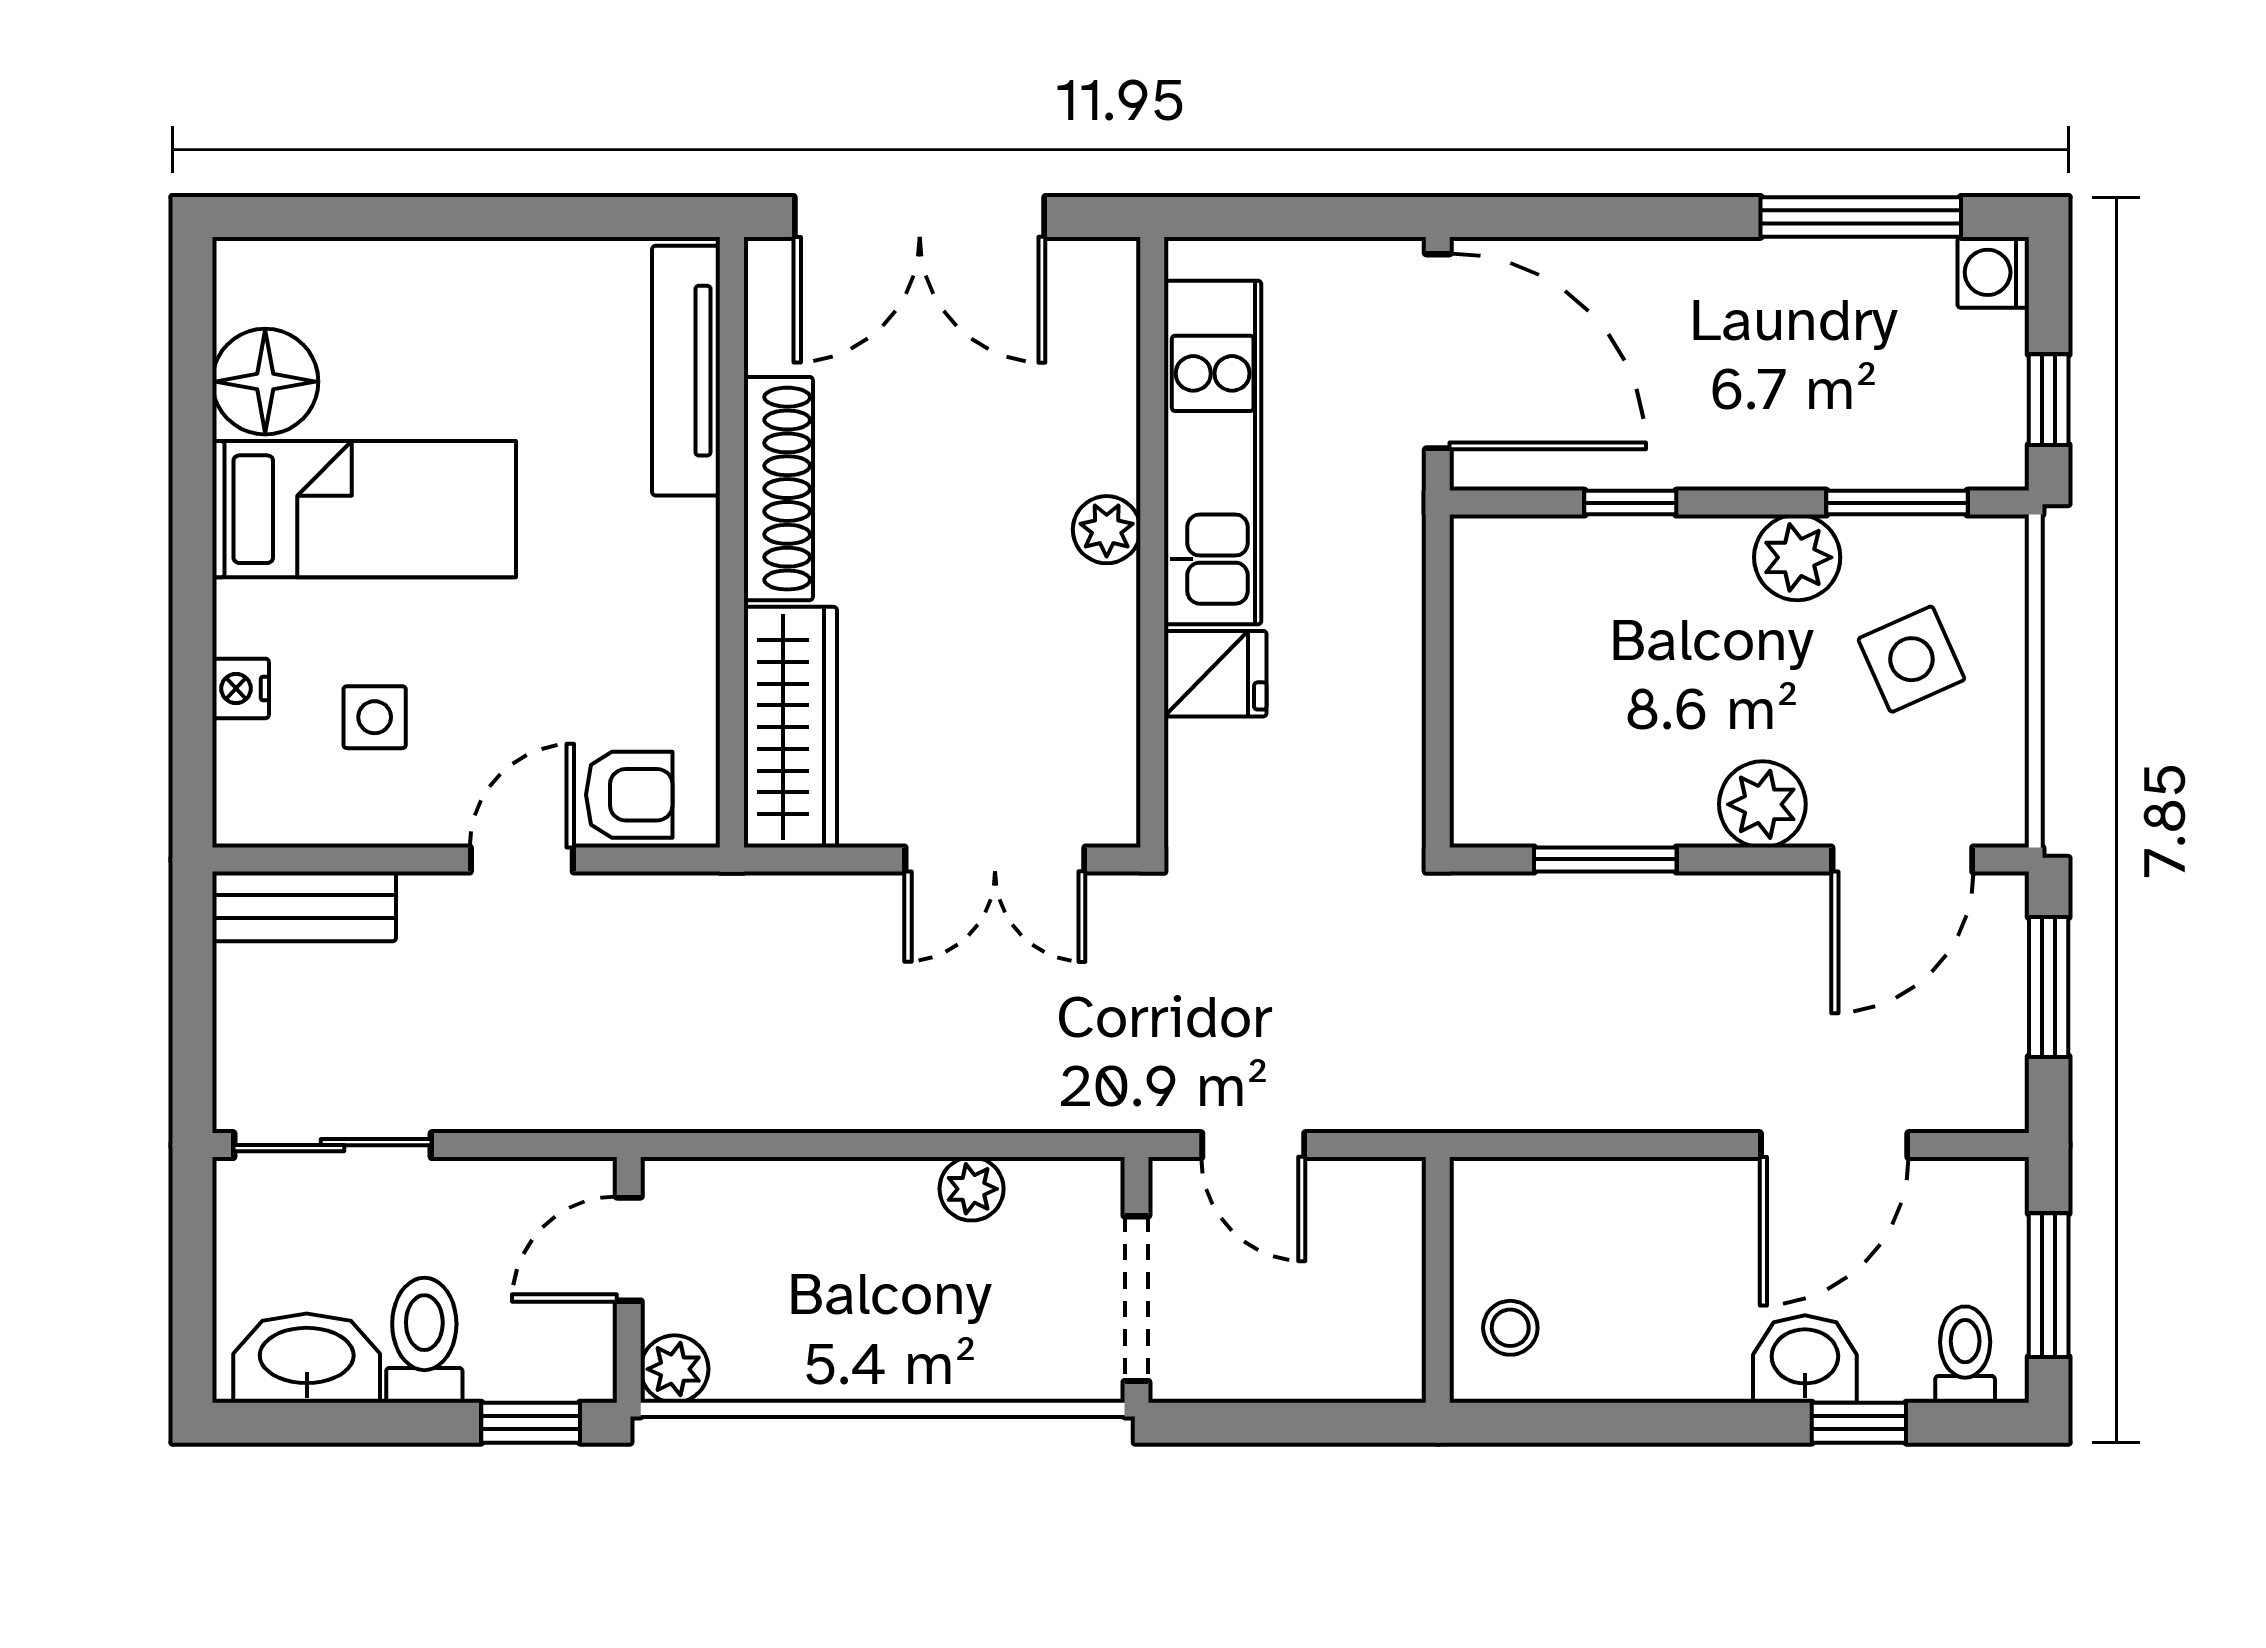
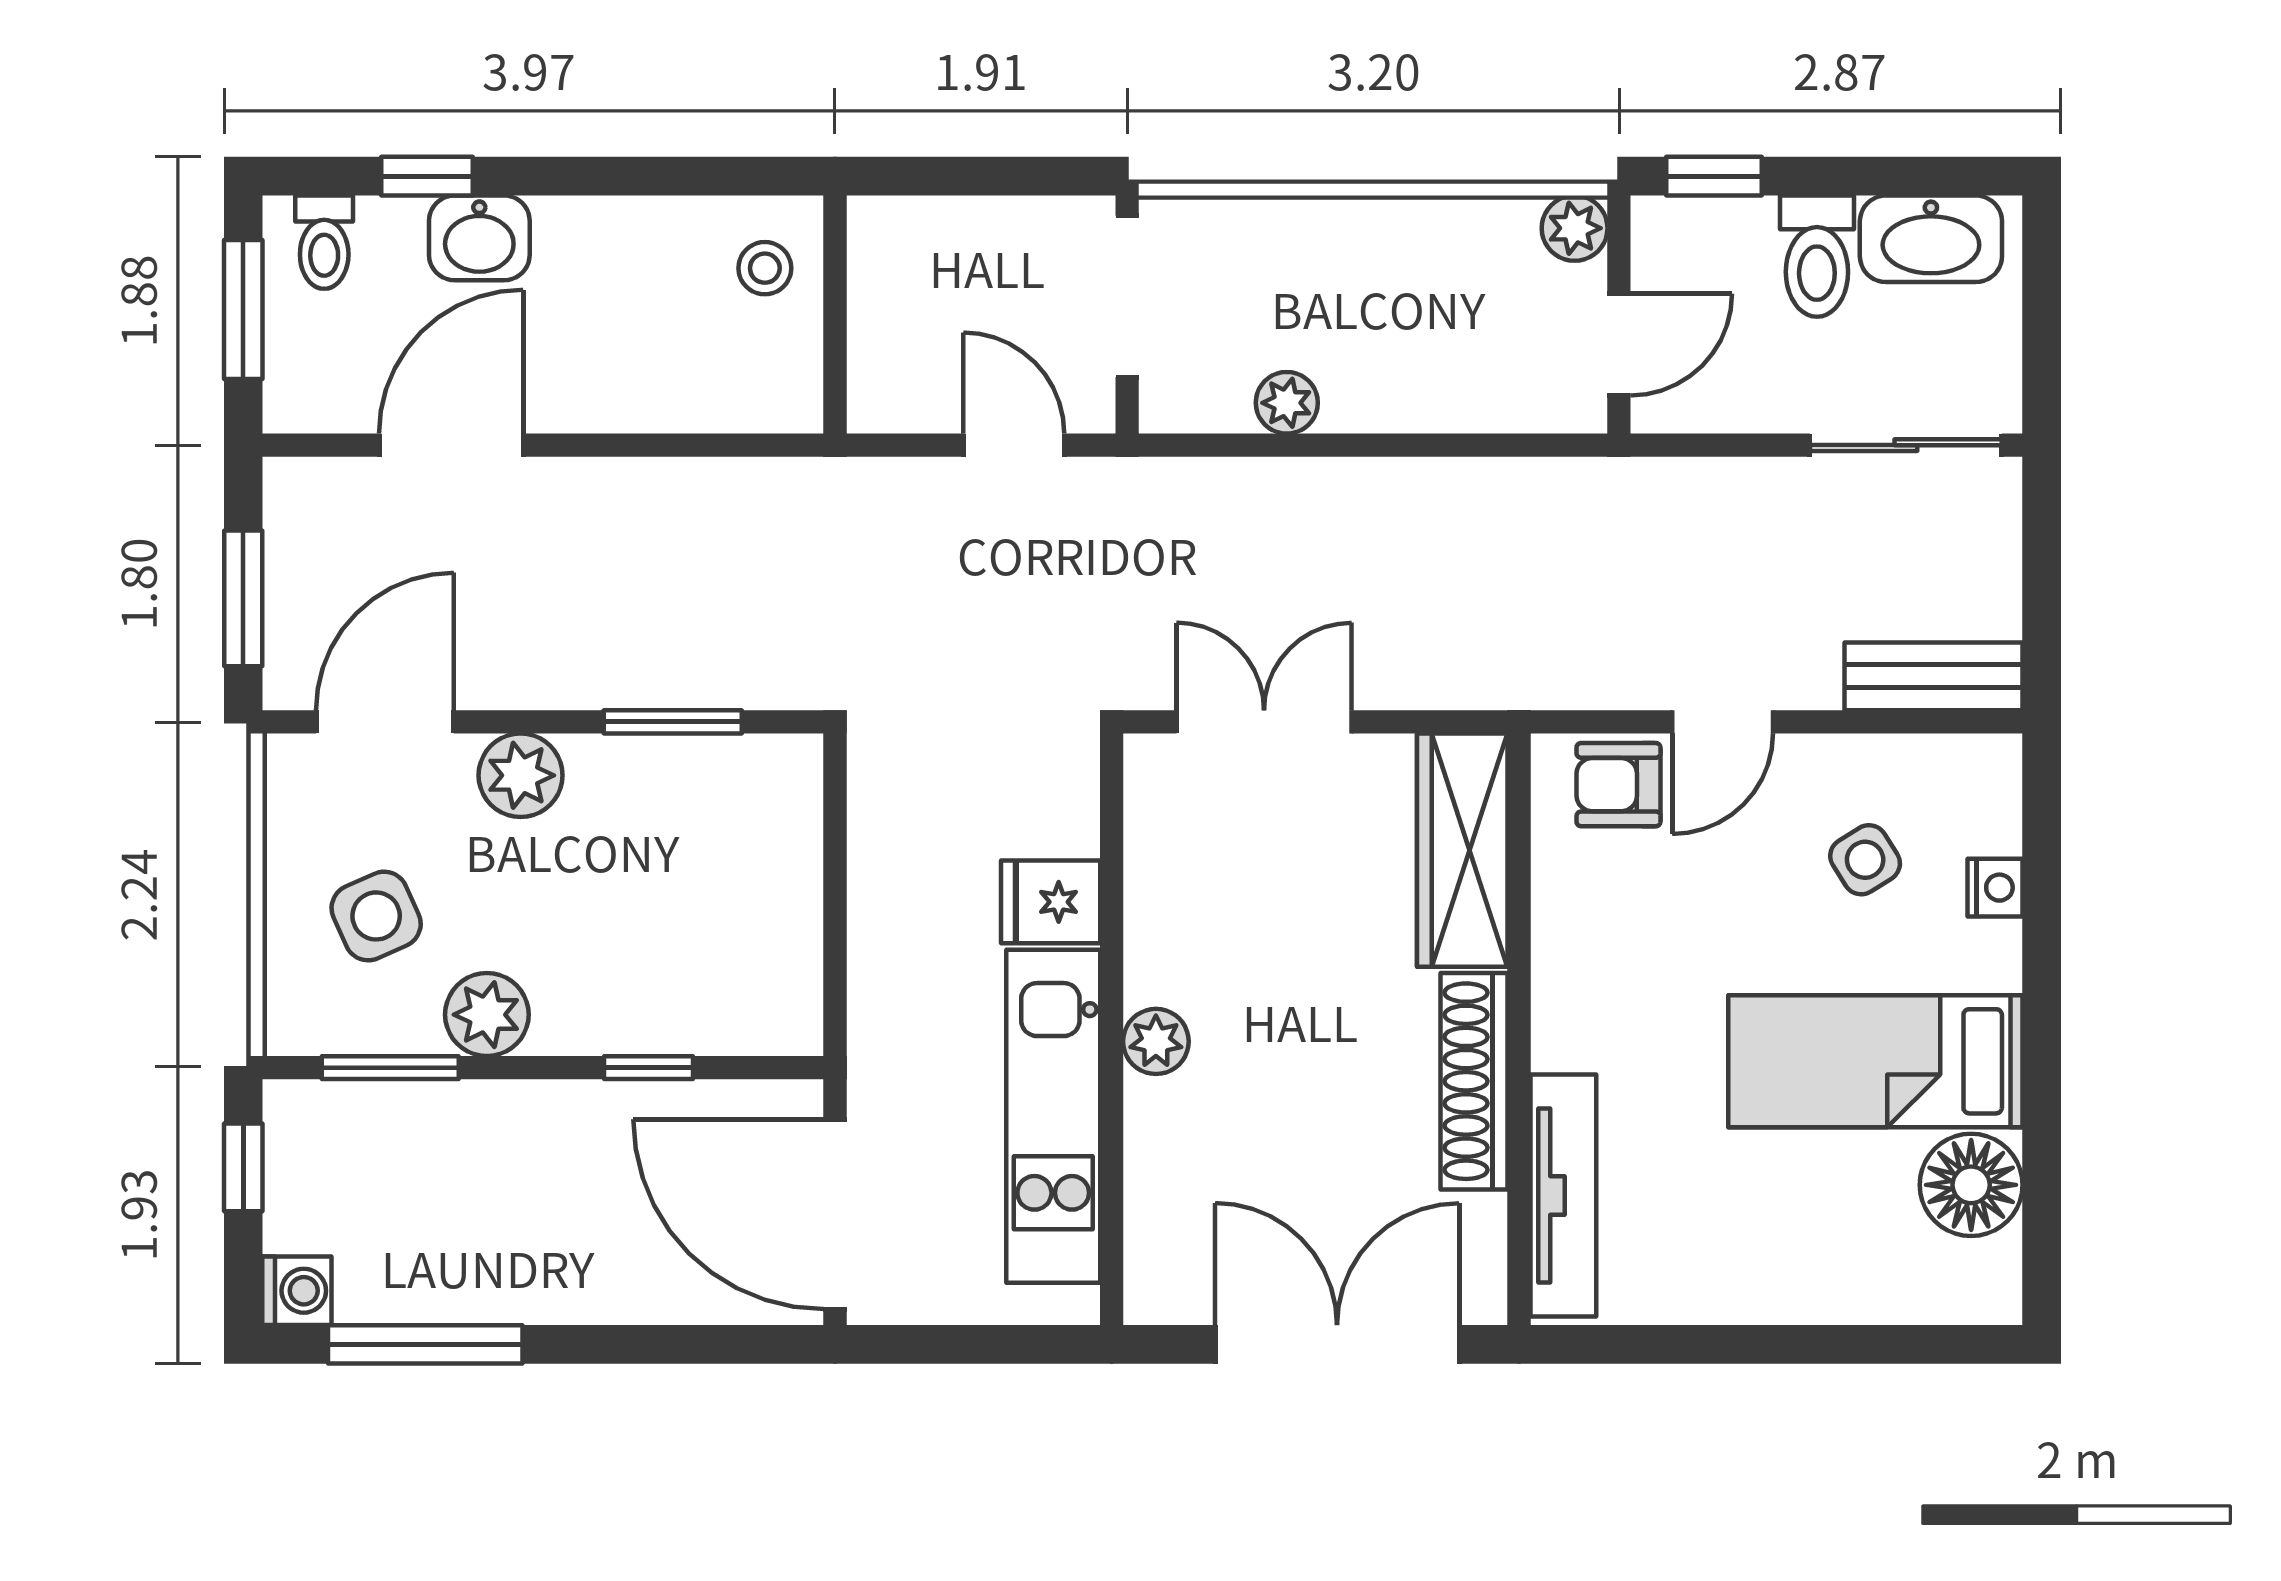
side table: (375, 717) -> (1865, 860), turned -32

